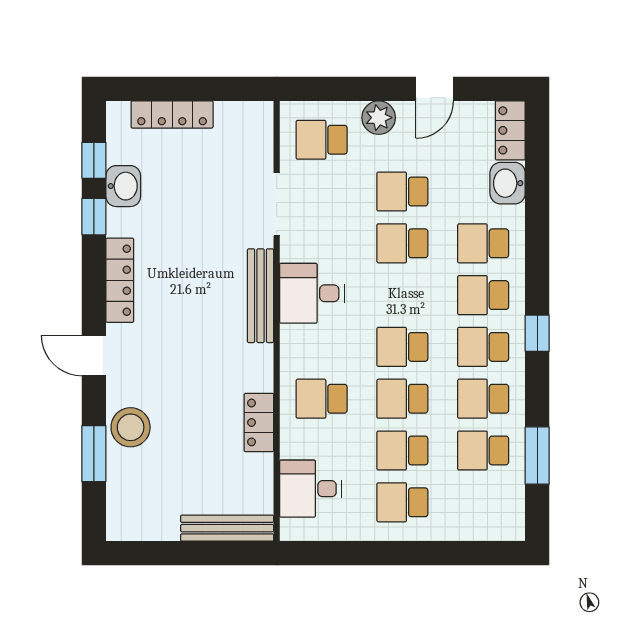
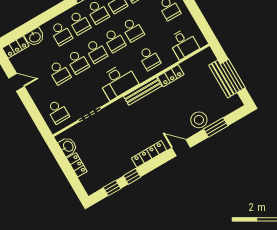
locker: (172, 114) -> (77, 165), width x0.66
plant: (379, 118) -> (38, 96), removed
washbasin: (123, 186) -> (68, 146), moved, turned 90
desk: (312, 293) -> (118, 81), width x1.37
bench: (261, 296) -> (143, 91), moved
door: (94, 356) -> (181, 148), swing flipped
school desk: (402, 450) -> (96, 51), moved
bench: (227, 528) -> (223, 79), moved
window: (182, 553) -> (233, 76), added

